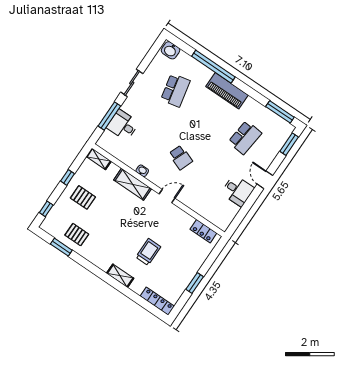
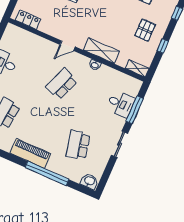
school desk: (181, 157) -> (62, 84), width x1.85
pallet: (83, 197) -> (145, 30), turned 90

